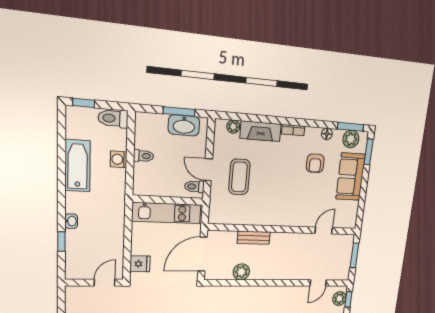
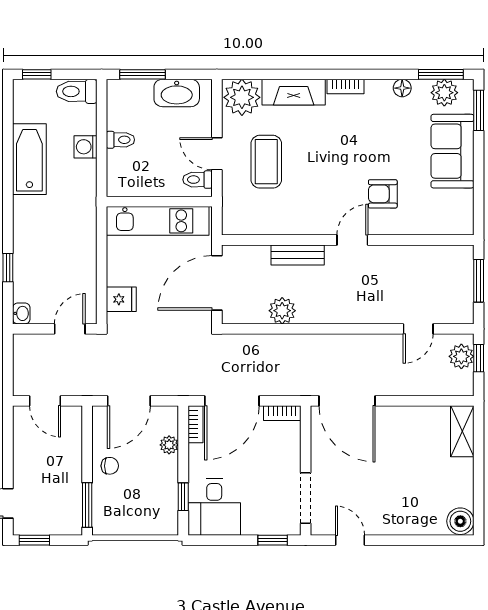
window: (179, 111) -> (142, 74), moved
plant: (233, 127) -> (242, 97), width x1.87, depth x1.87
armchair: (315, 163) -> (383, 194), moved, turned 90
washbasin: (71, 221) -> (21, 313), moved
door: (324, 231) -> (352, 240), moved

